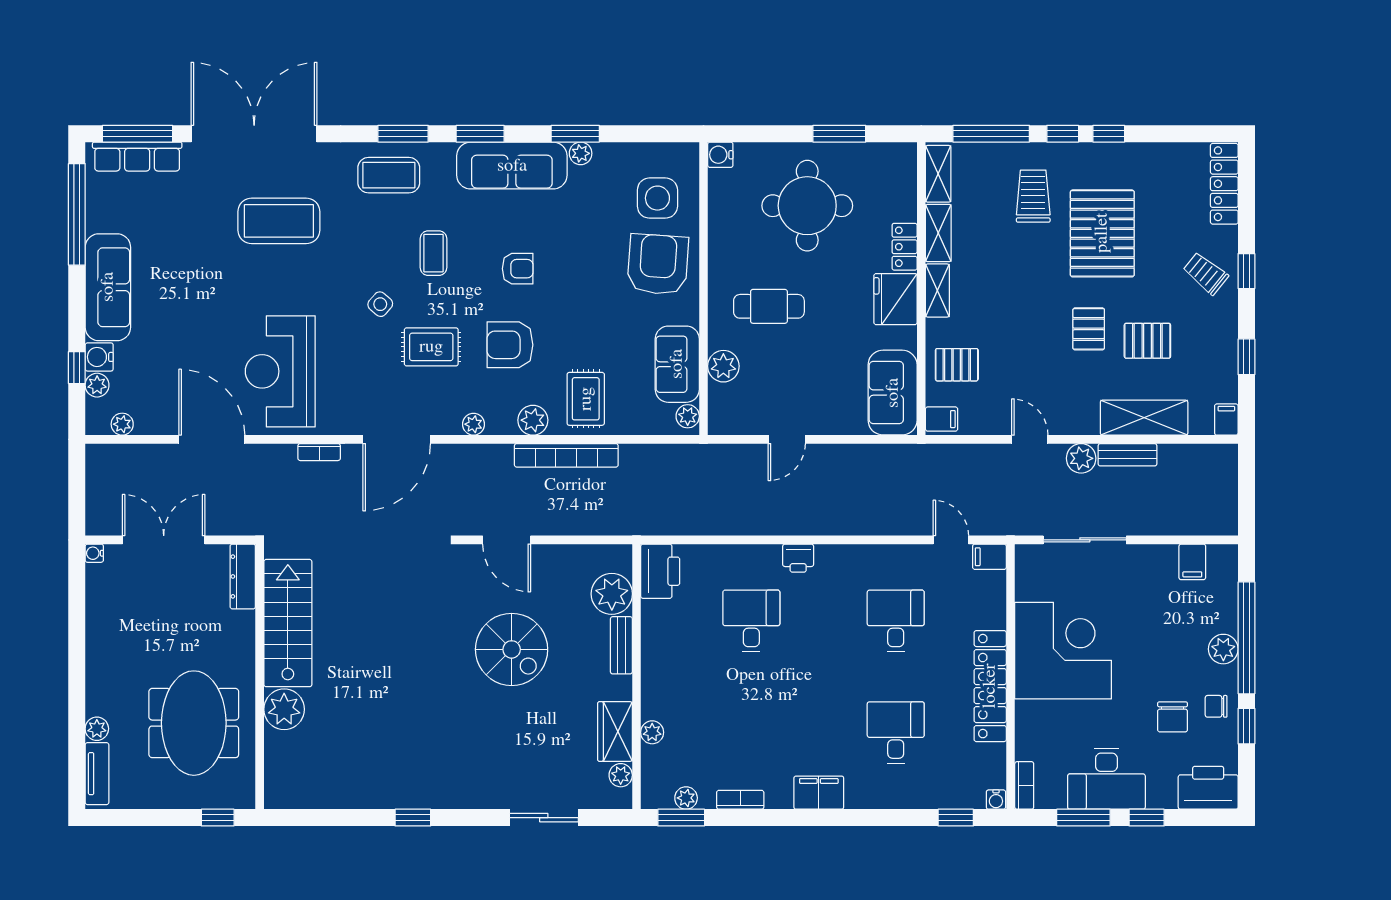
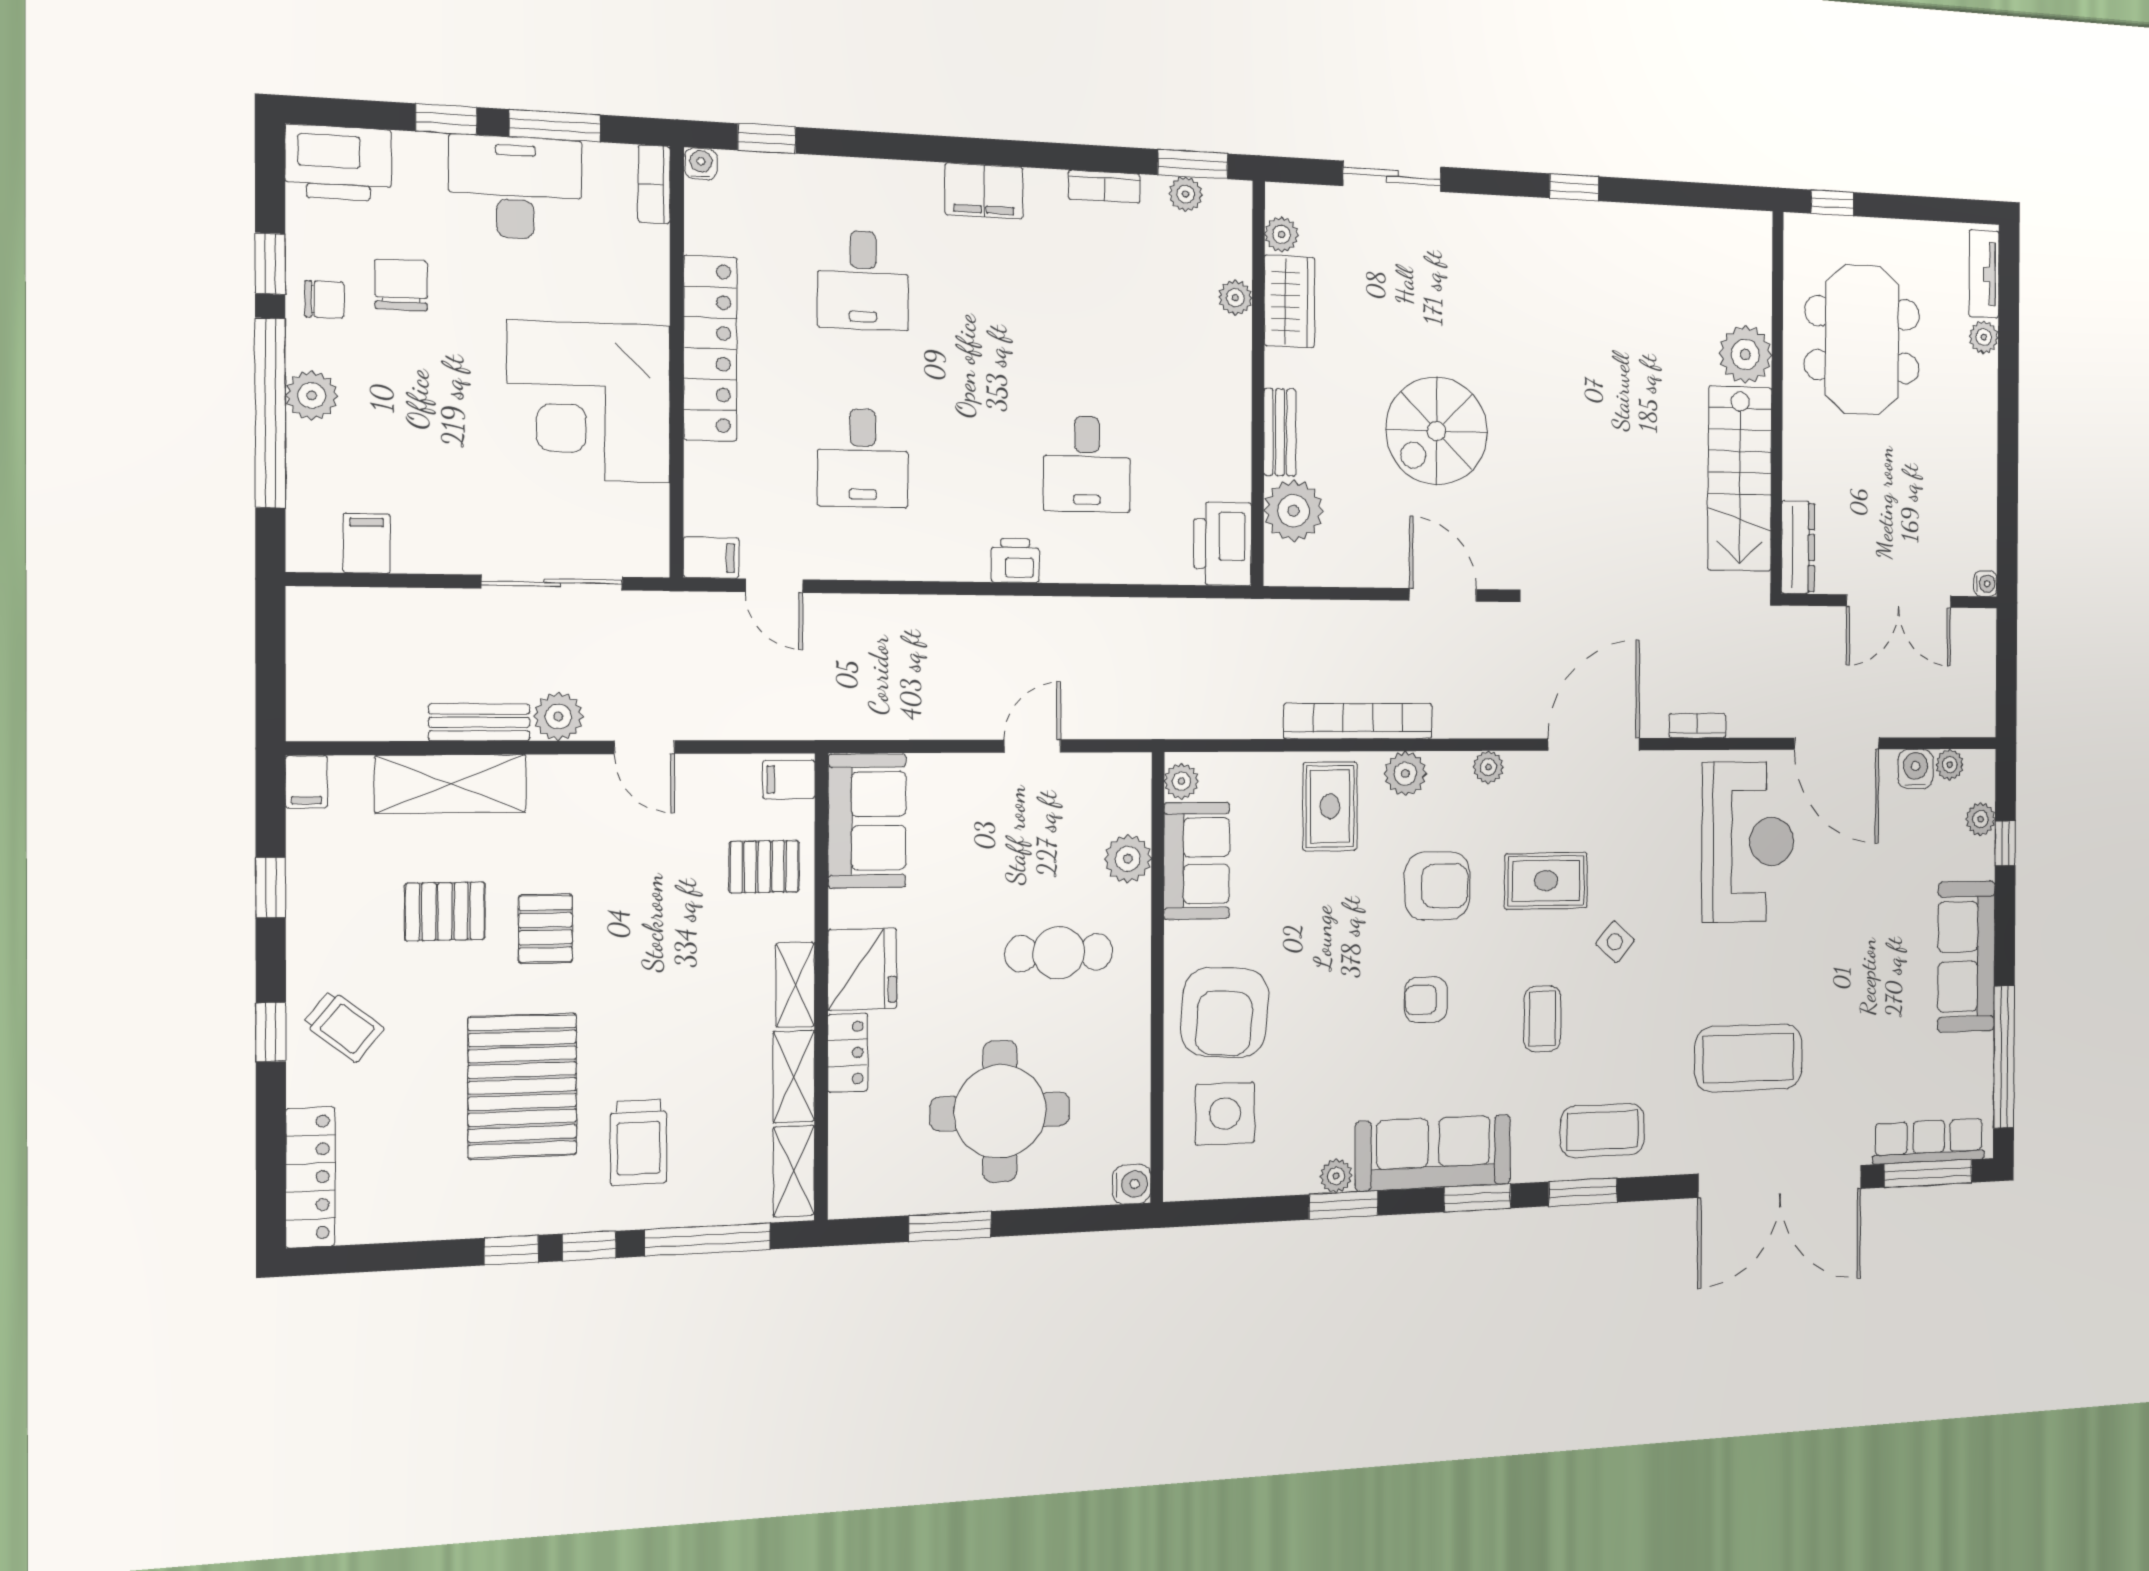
water cooler: (99, 357) -> (1916, 769), moved, turned -90
spiral stairs: (512, 649) -> (1437, 431), turned -90

